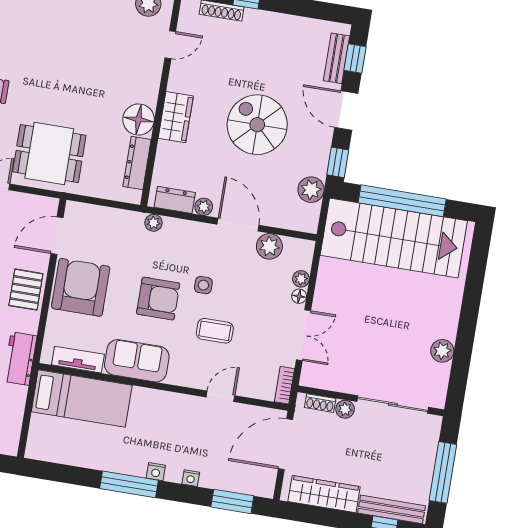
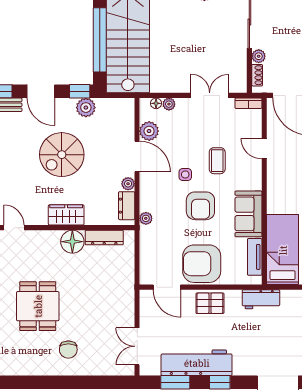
door: (346, 111) -> (41, 91), hinge flipped
dining table: (49, 154) -> (38, 306), moved
plant: (311, 190) -> (86, 108), moved
door: (238, 225) -> (137, 156), swing flipped
floor lamp: (299, 296) -> (156, 103), moved
armchair: (158, 299) -> (200, 206), turned 180

